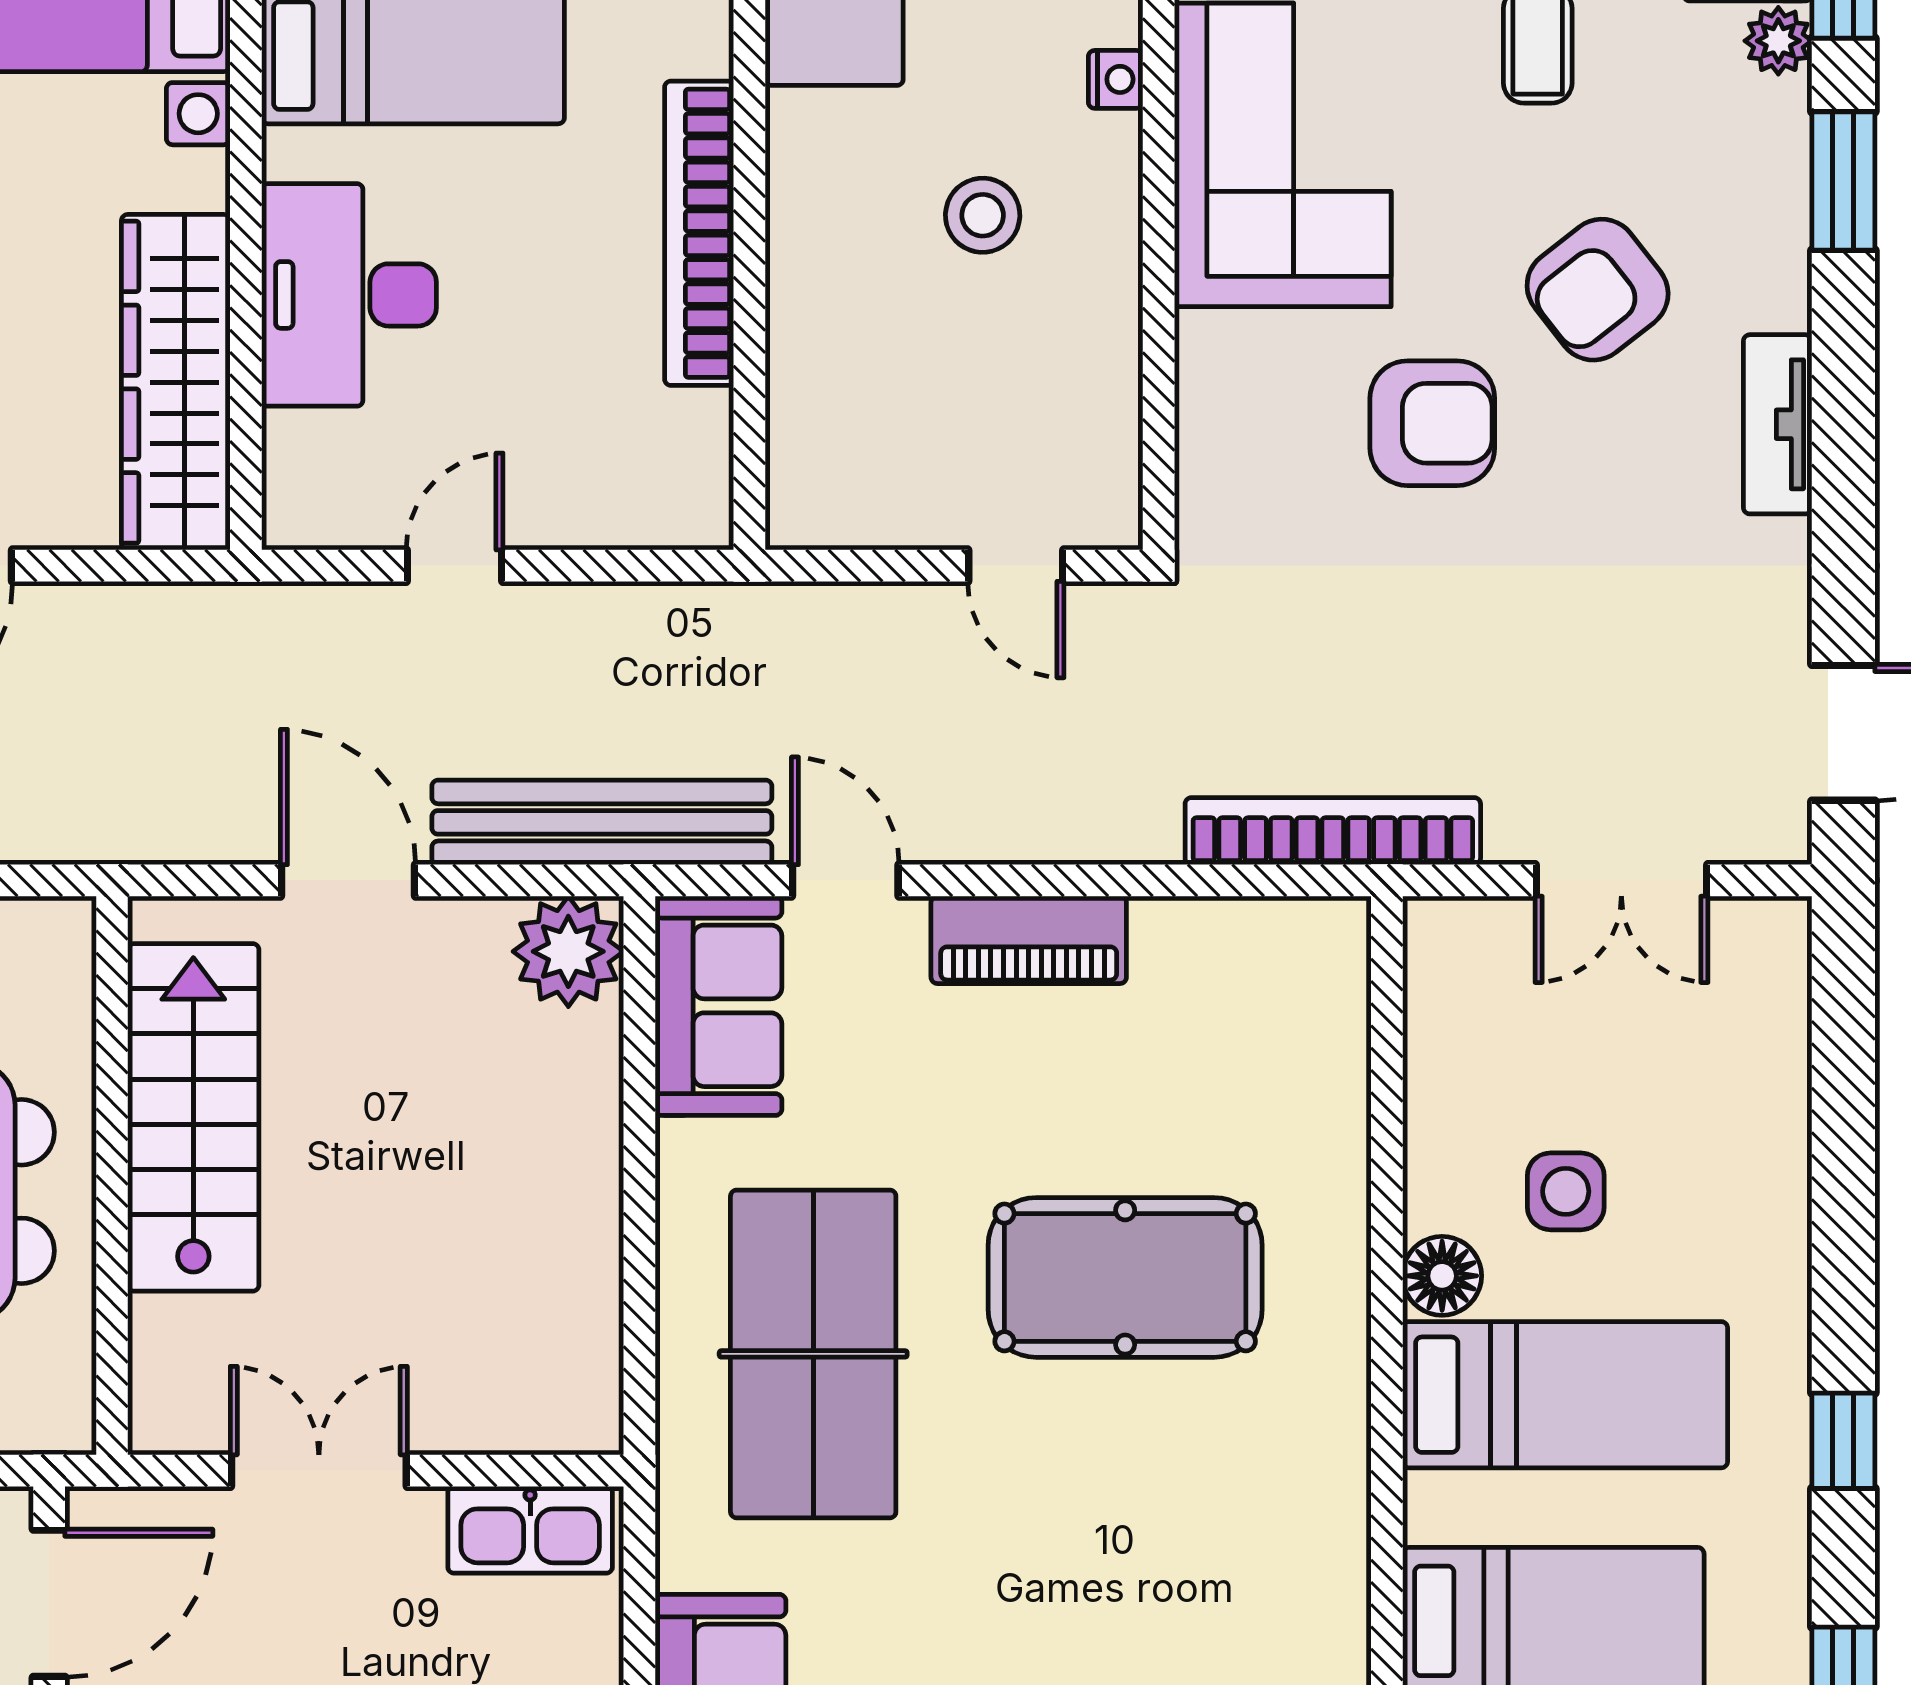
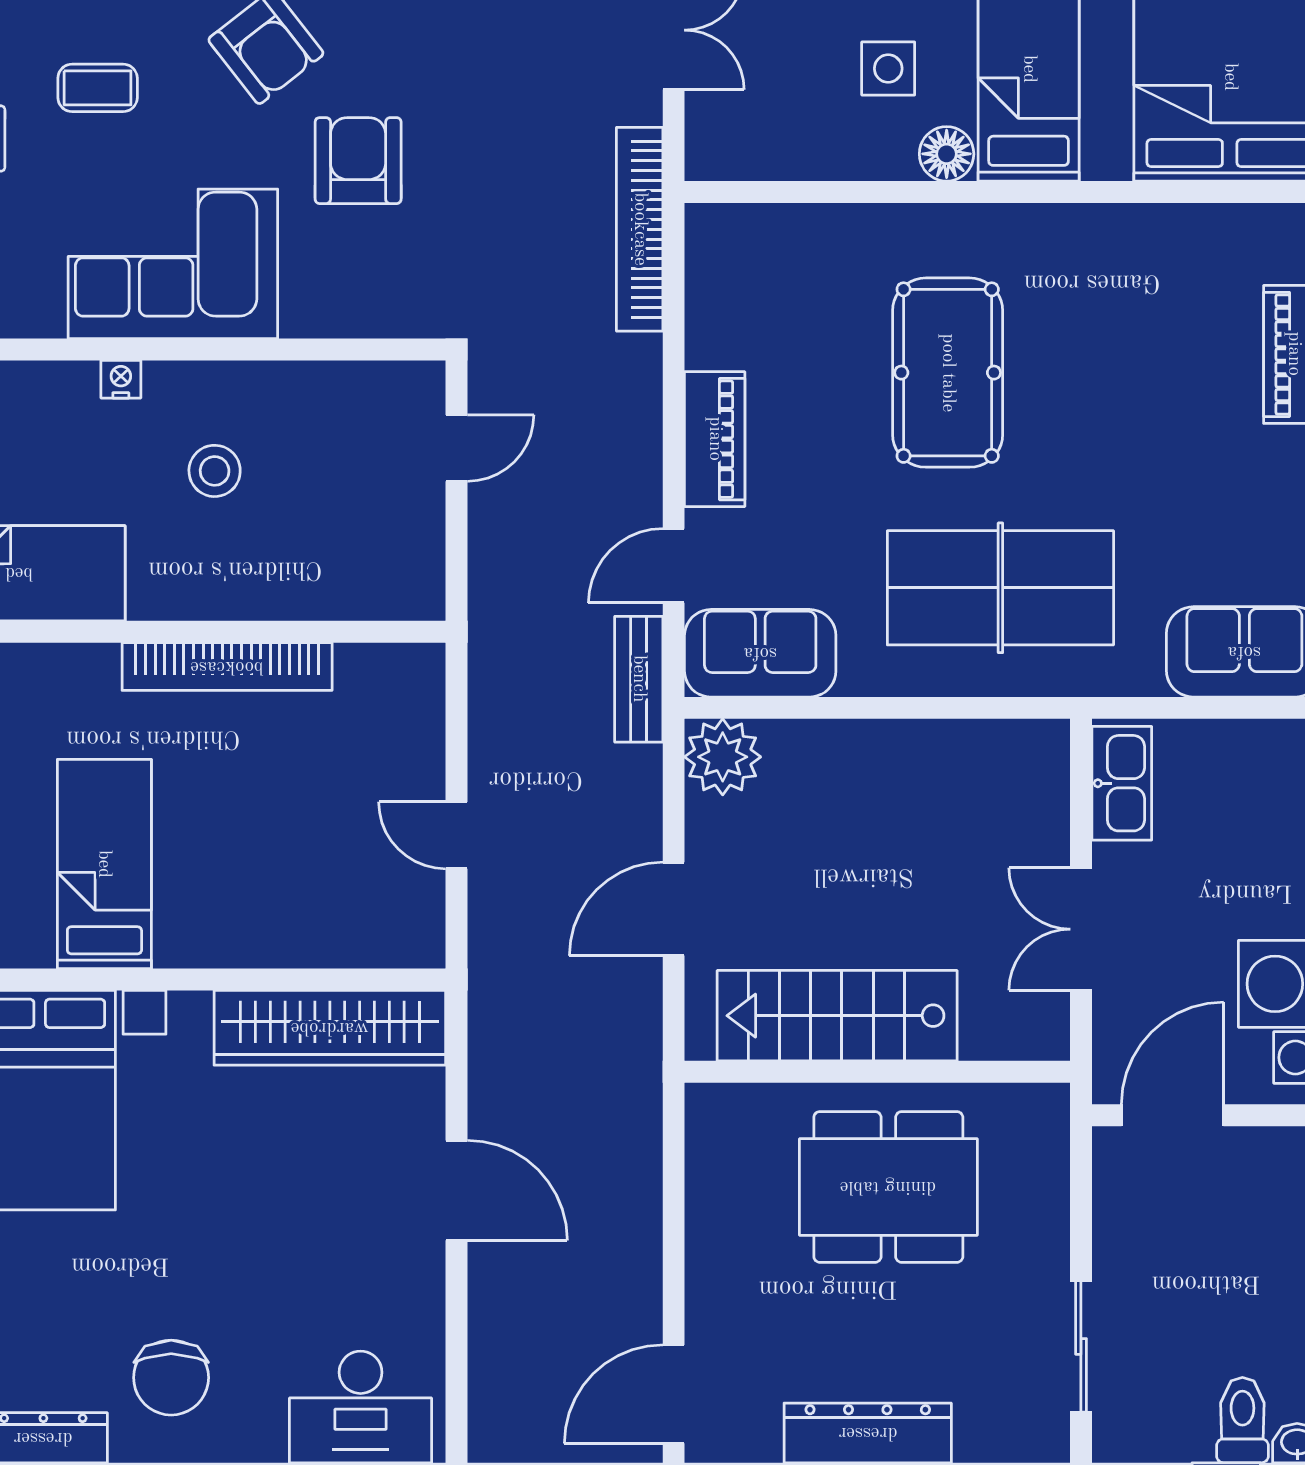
desk: (349, 295) -> (270, 908), removed
bench: (602, 822) -> (639, 679), width x0.54, depth x0.82
door: (49, 1603) -> (1172, 1115), hinge flipped

